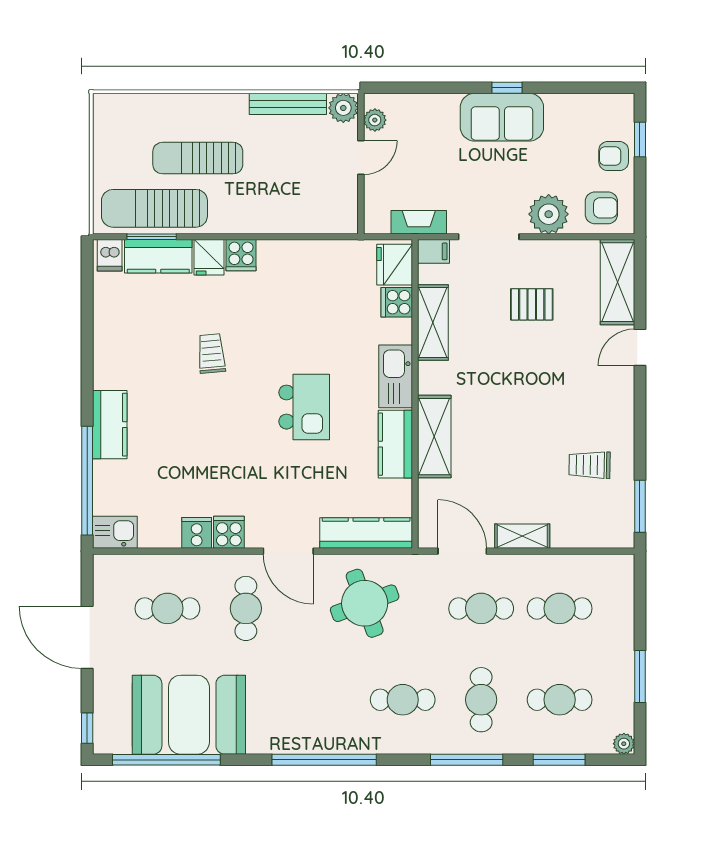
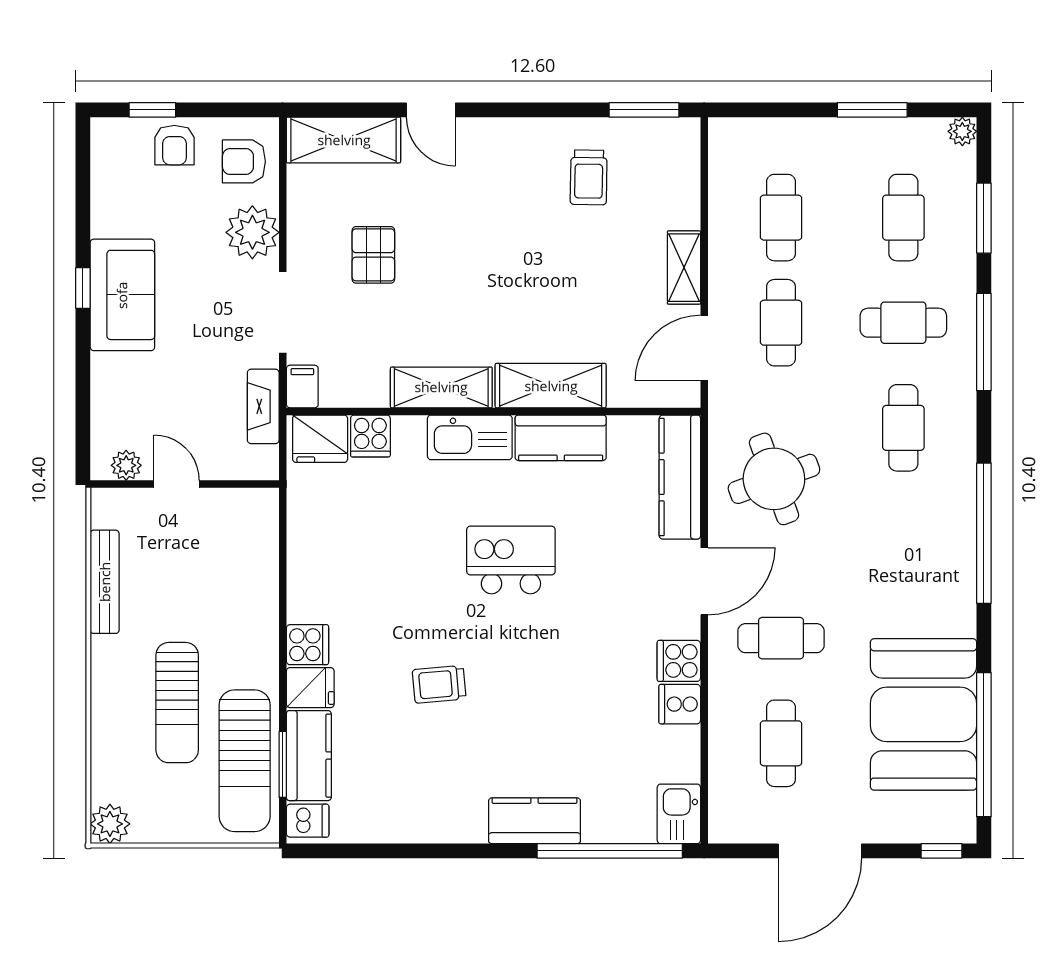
plant: (343, 108) -> (110, 824), moved
armchair: (601, 208) -> (244, 161), turned -90
shelving: (433, 322) -> (441, 387), moved

